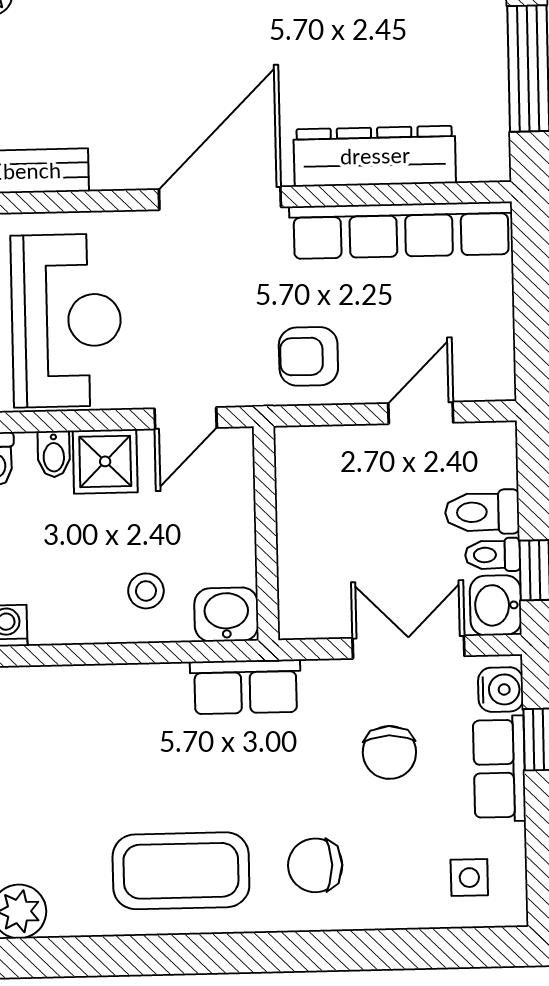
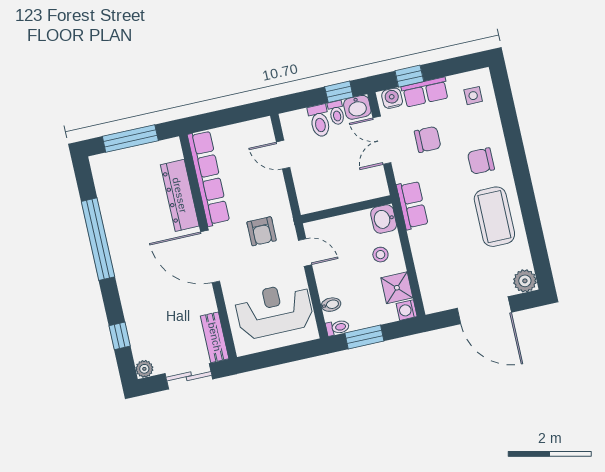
armchair: (308, 356) -> (262, 231), moved
shower: (105, 461) -> (397, 288), moved
chair: (315, 865) -> (481, 161), turned 90

